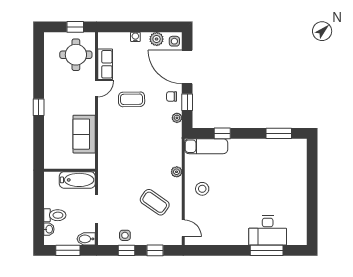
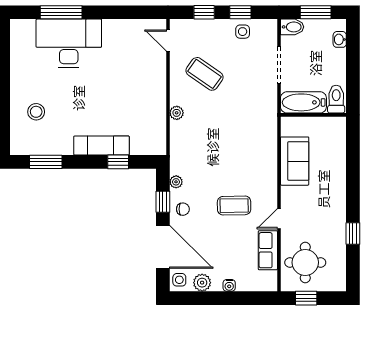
window: (39, 107) -> (353, 233), moved
exam couch: (206, 146) -> (101, 146), moved
stool: (202, 189) -> (36, 112), moved
toilet: (55, 215) -> (336, 99), moved, turned 90
desk: (268, 230) -> (69, 43), width x1.36, depth x1.30

